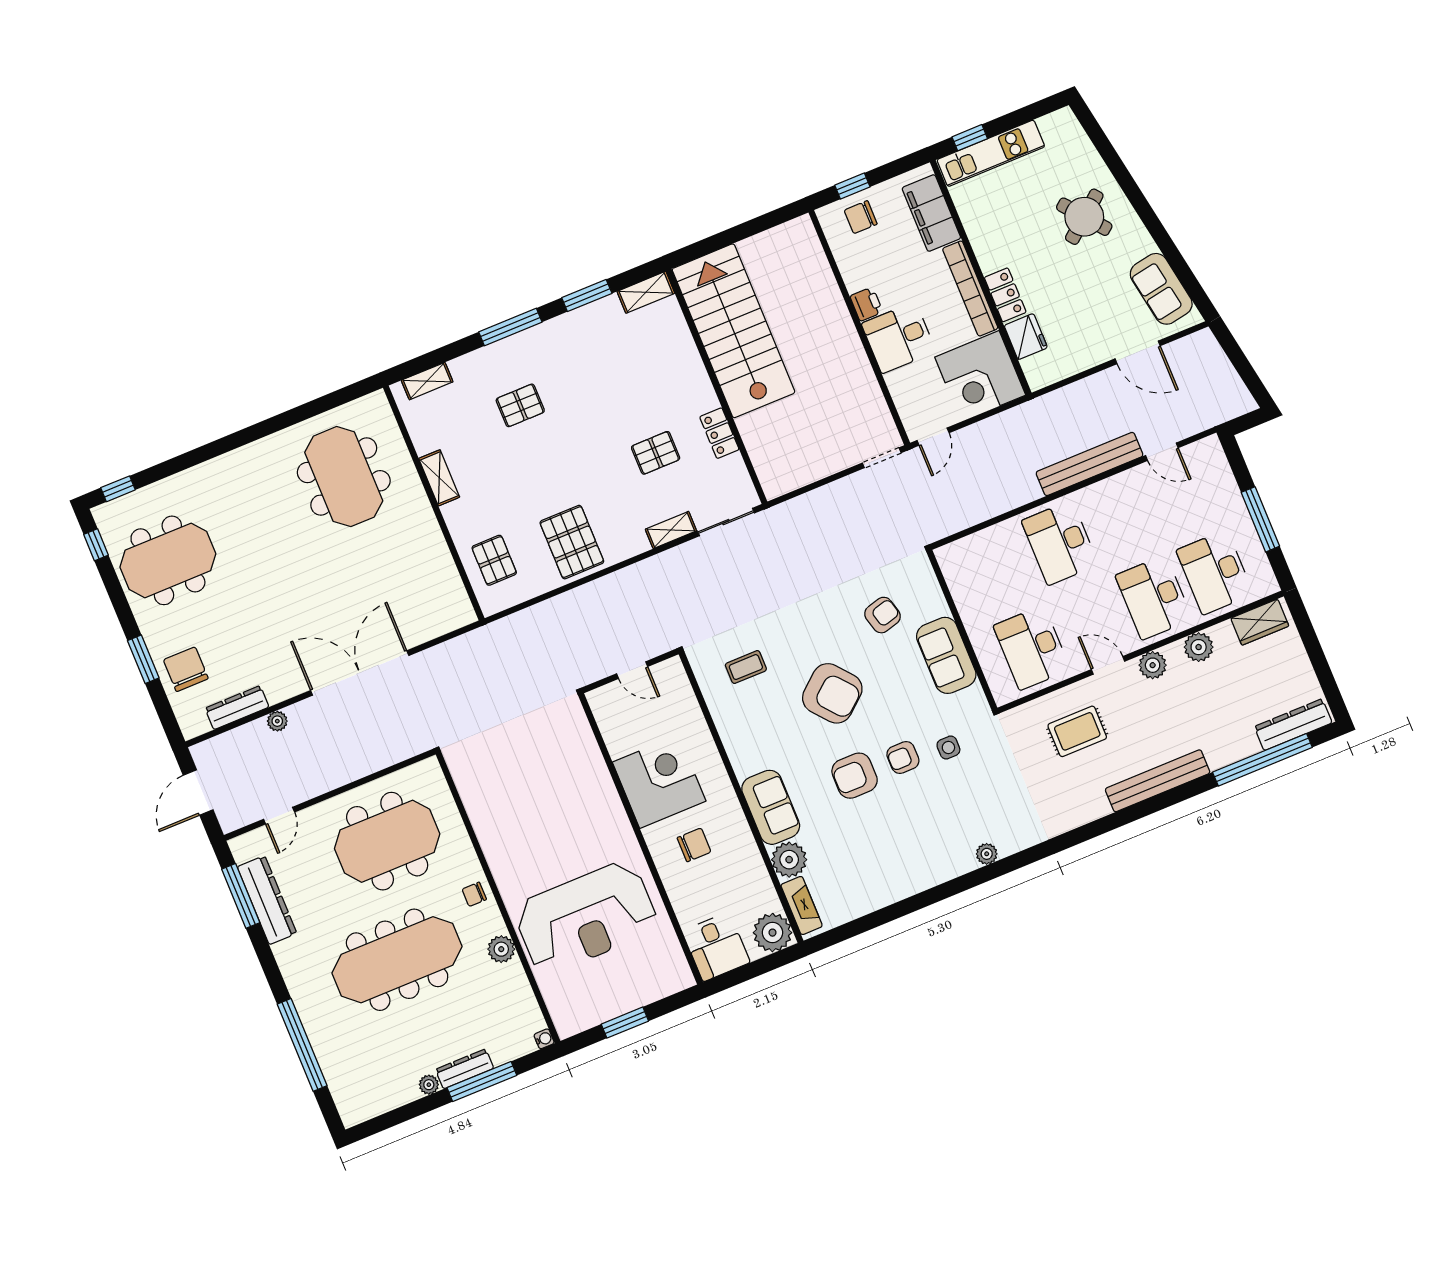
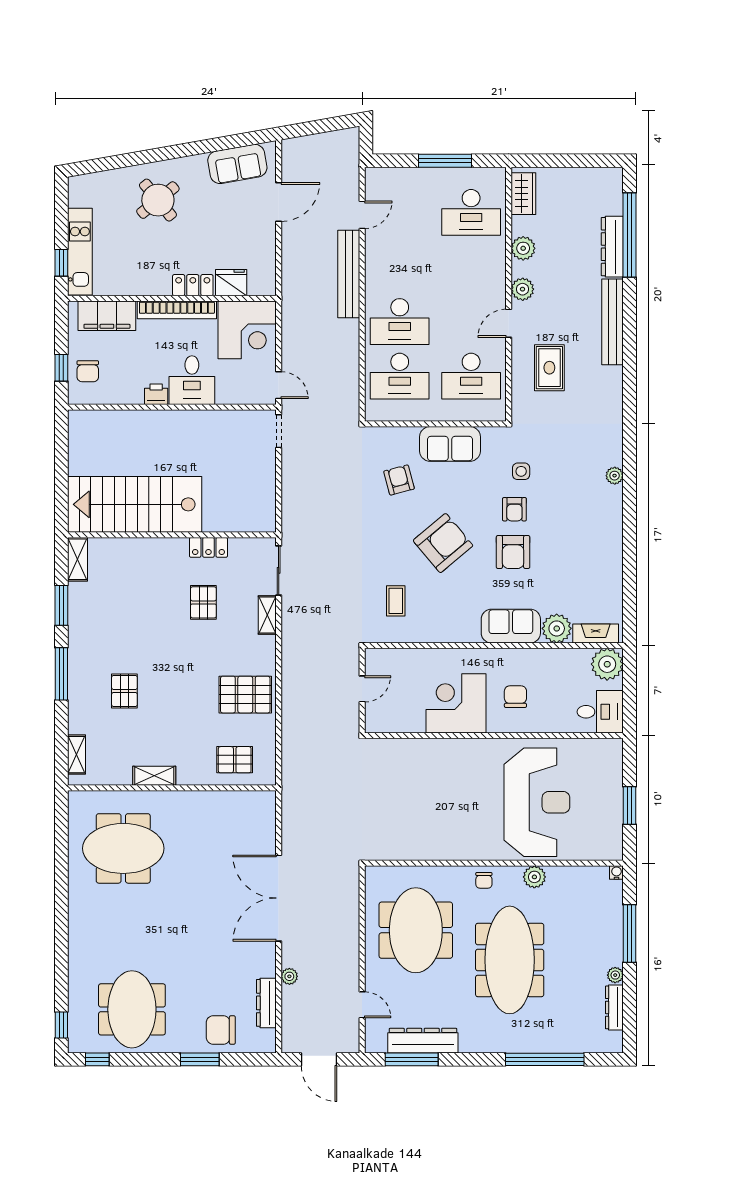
desk: (1154, 597) -> (400, 376), moved
dresser: (1293, 725) -> (612, 247), moved
dresser: (465, 1069) -> (614, 1007), moved

